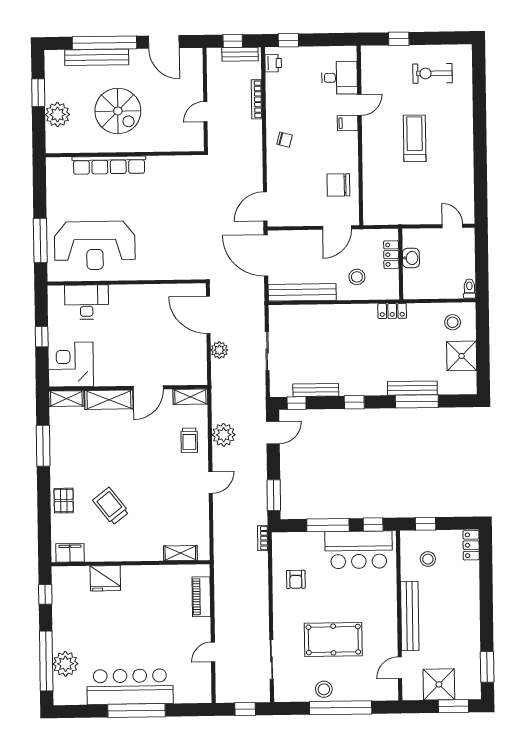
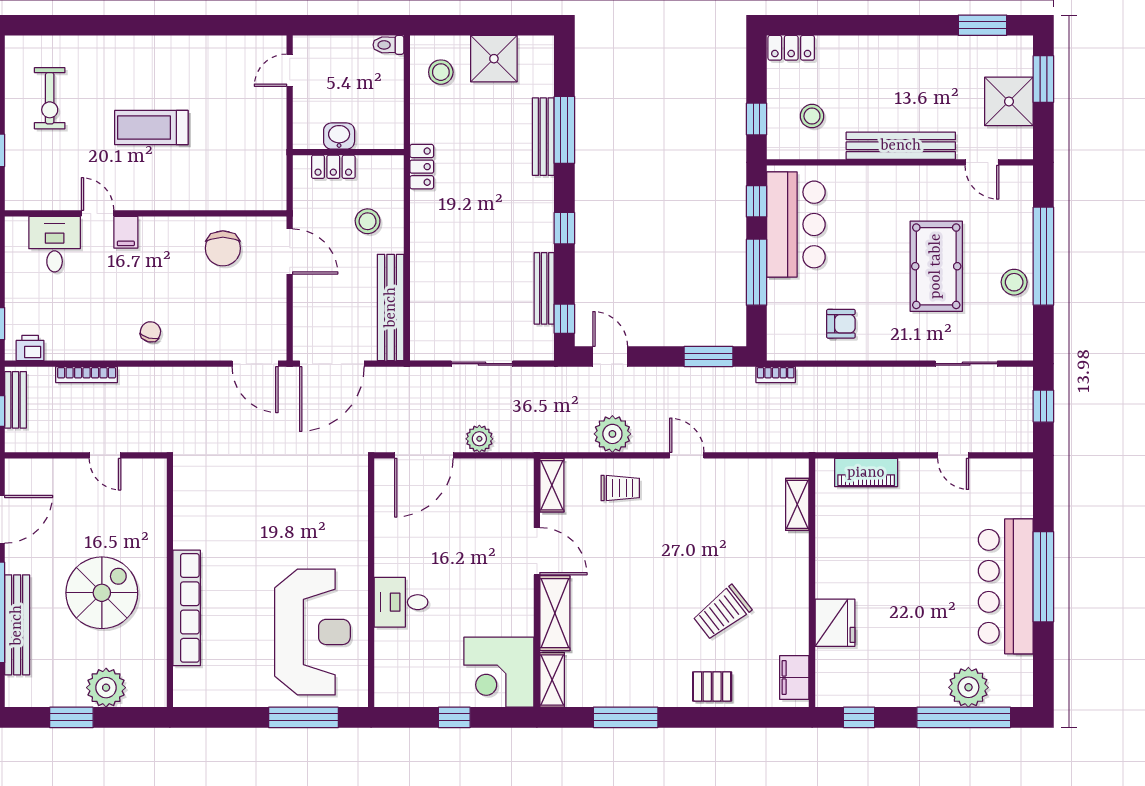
desk: (87, 302) -> (401, 602), moved, width x0.73

